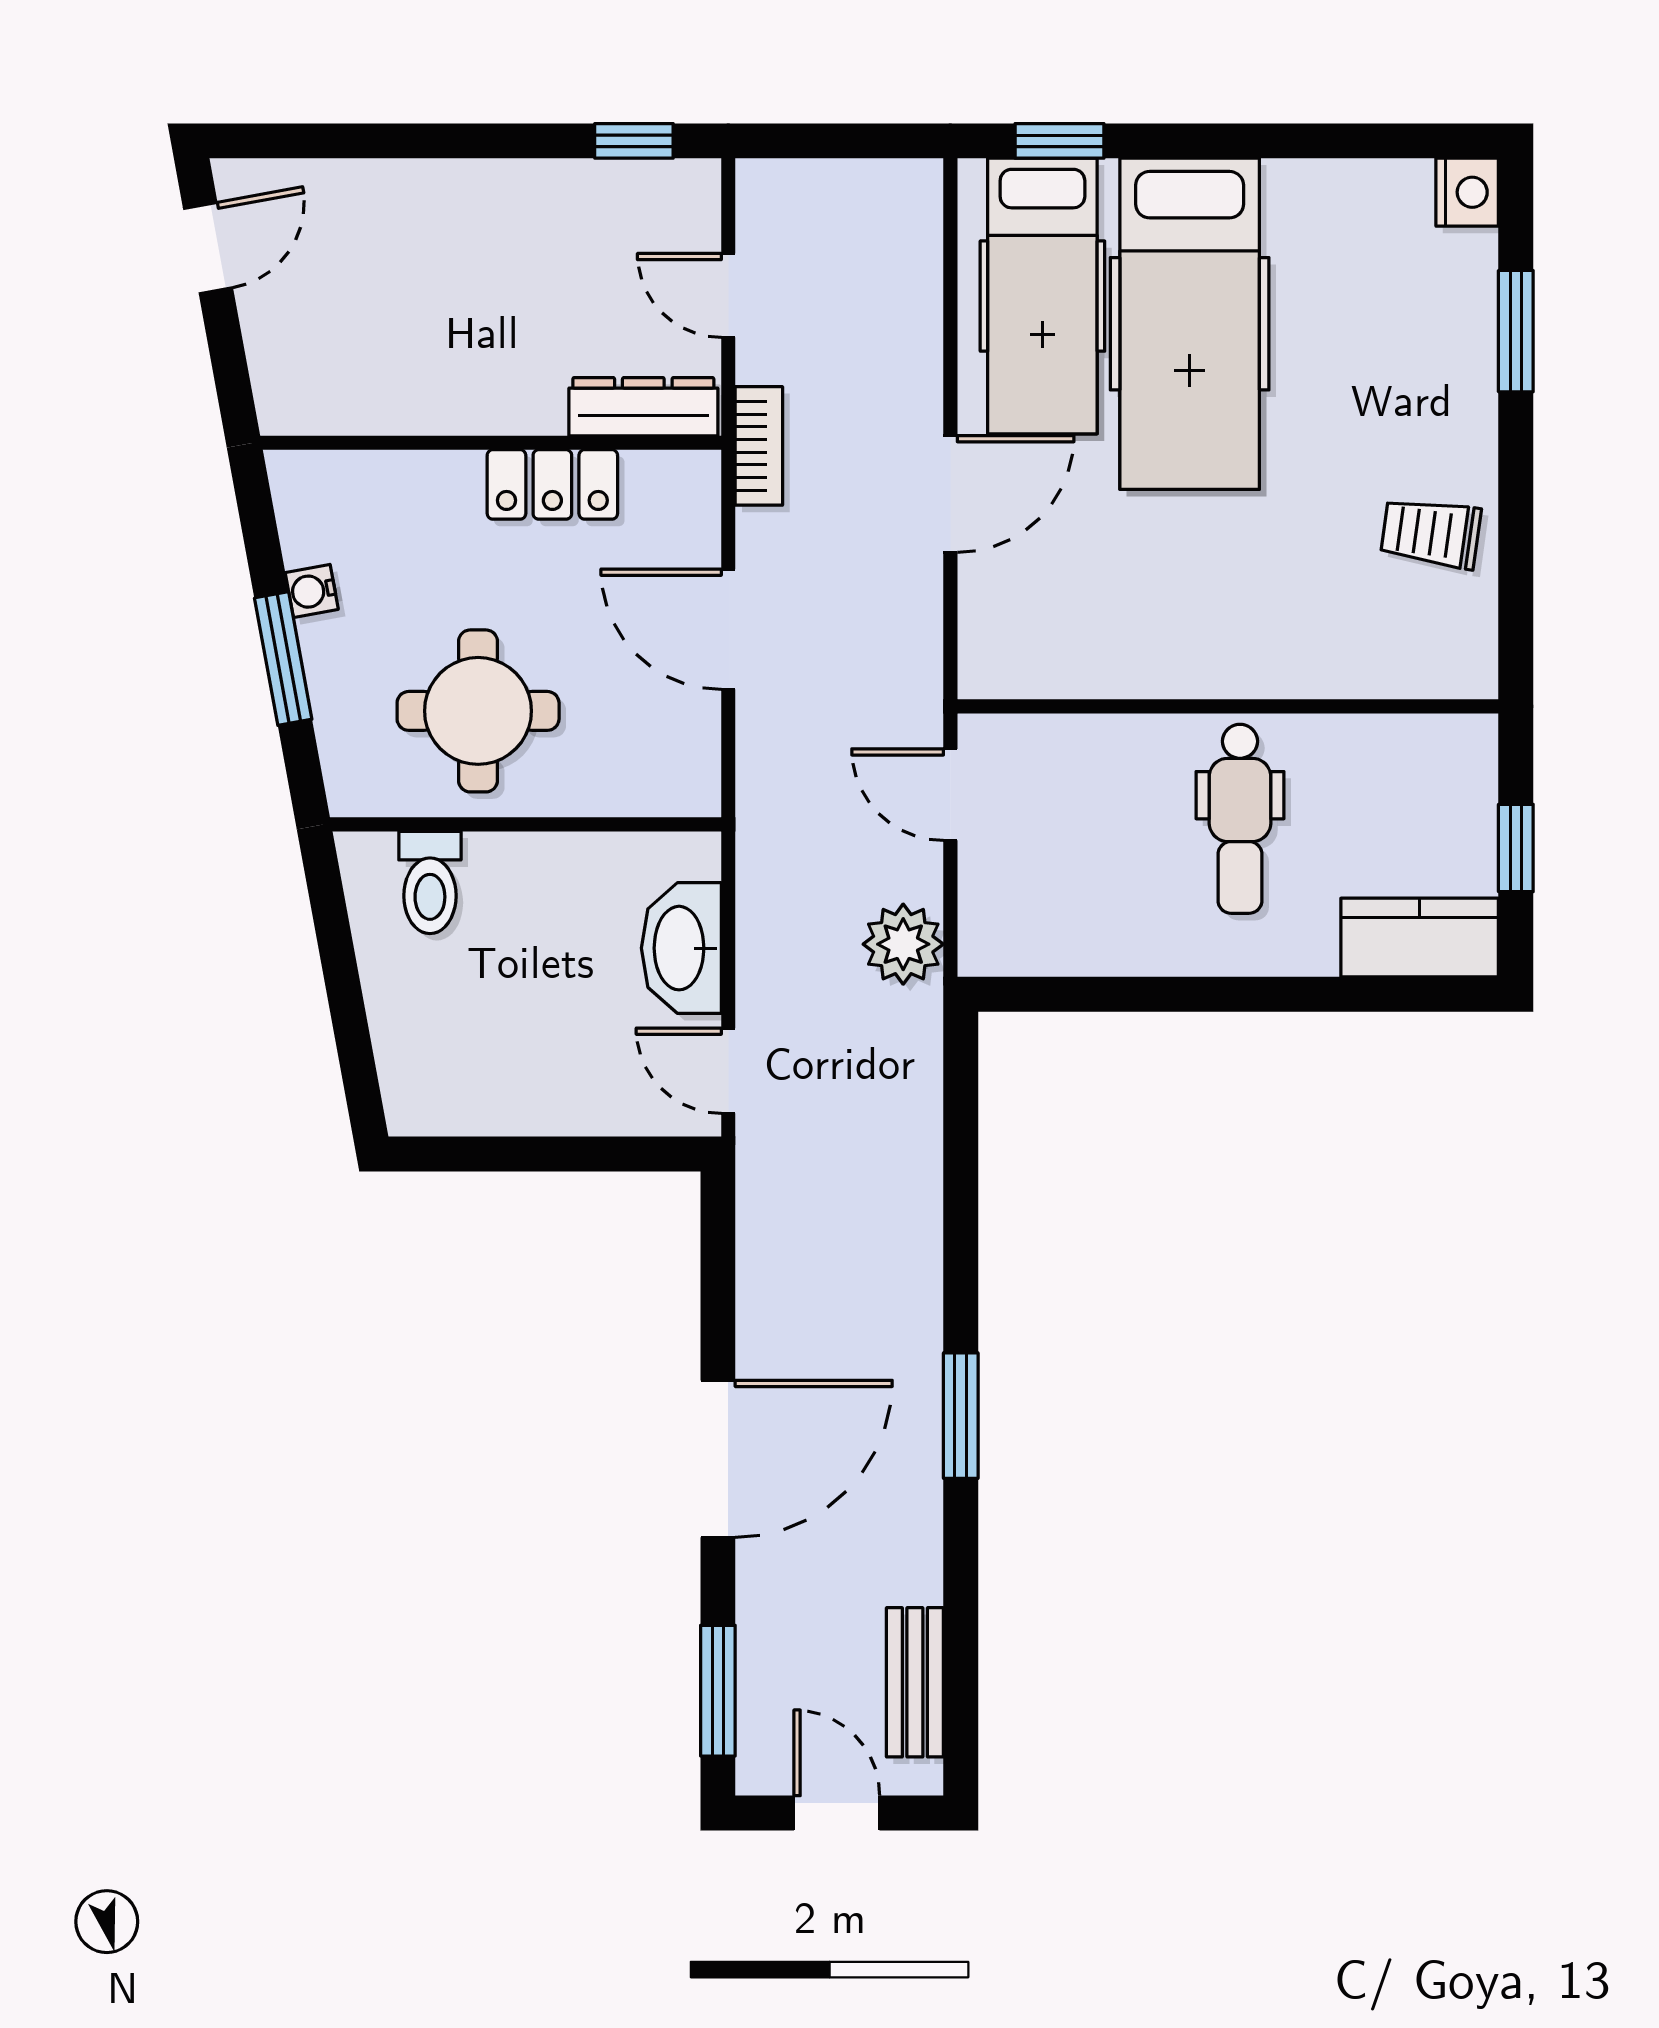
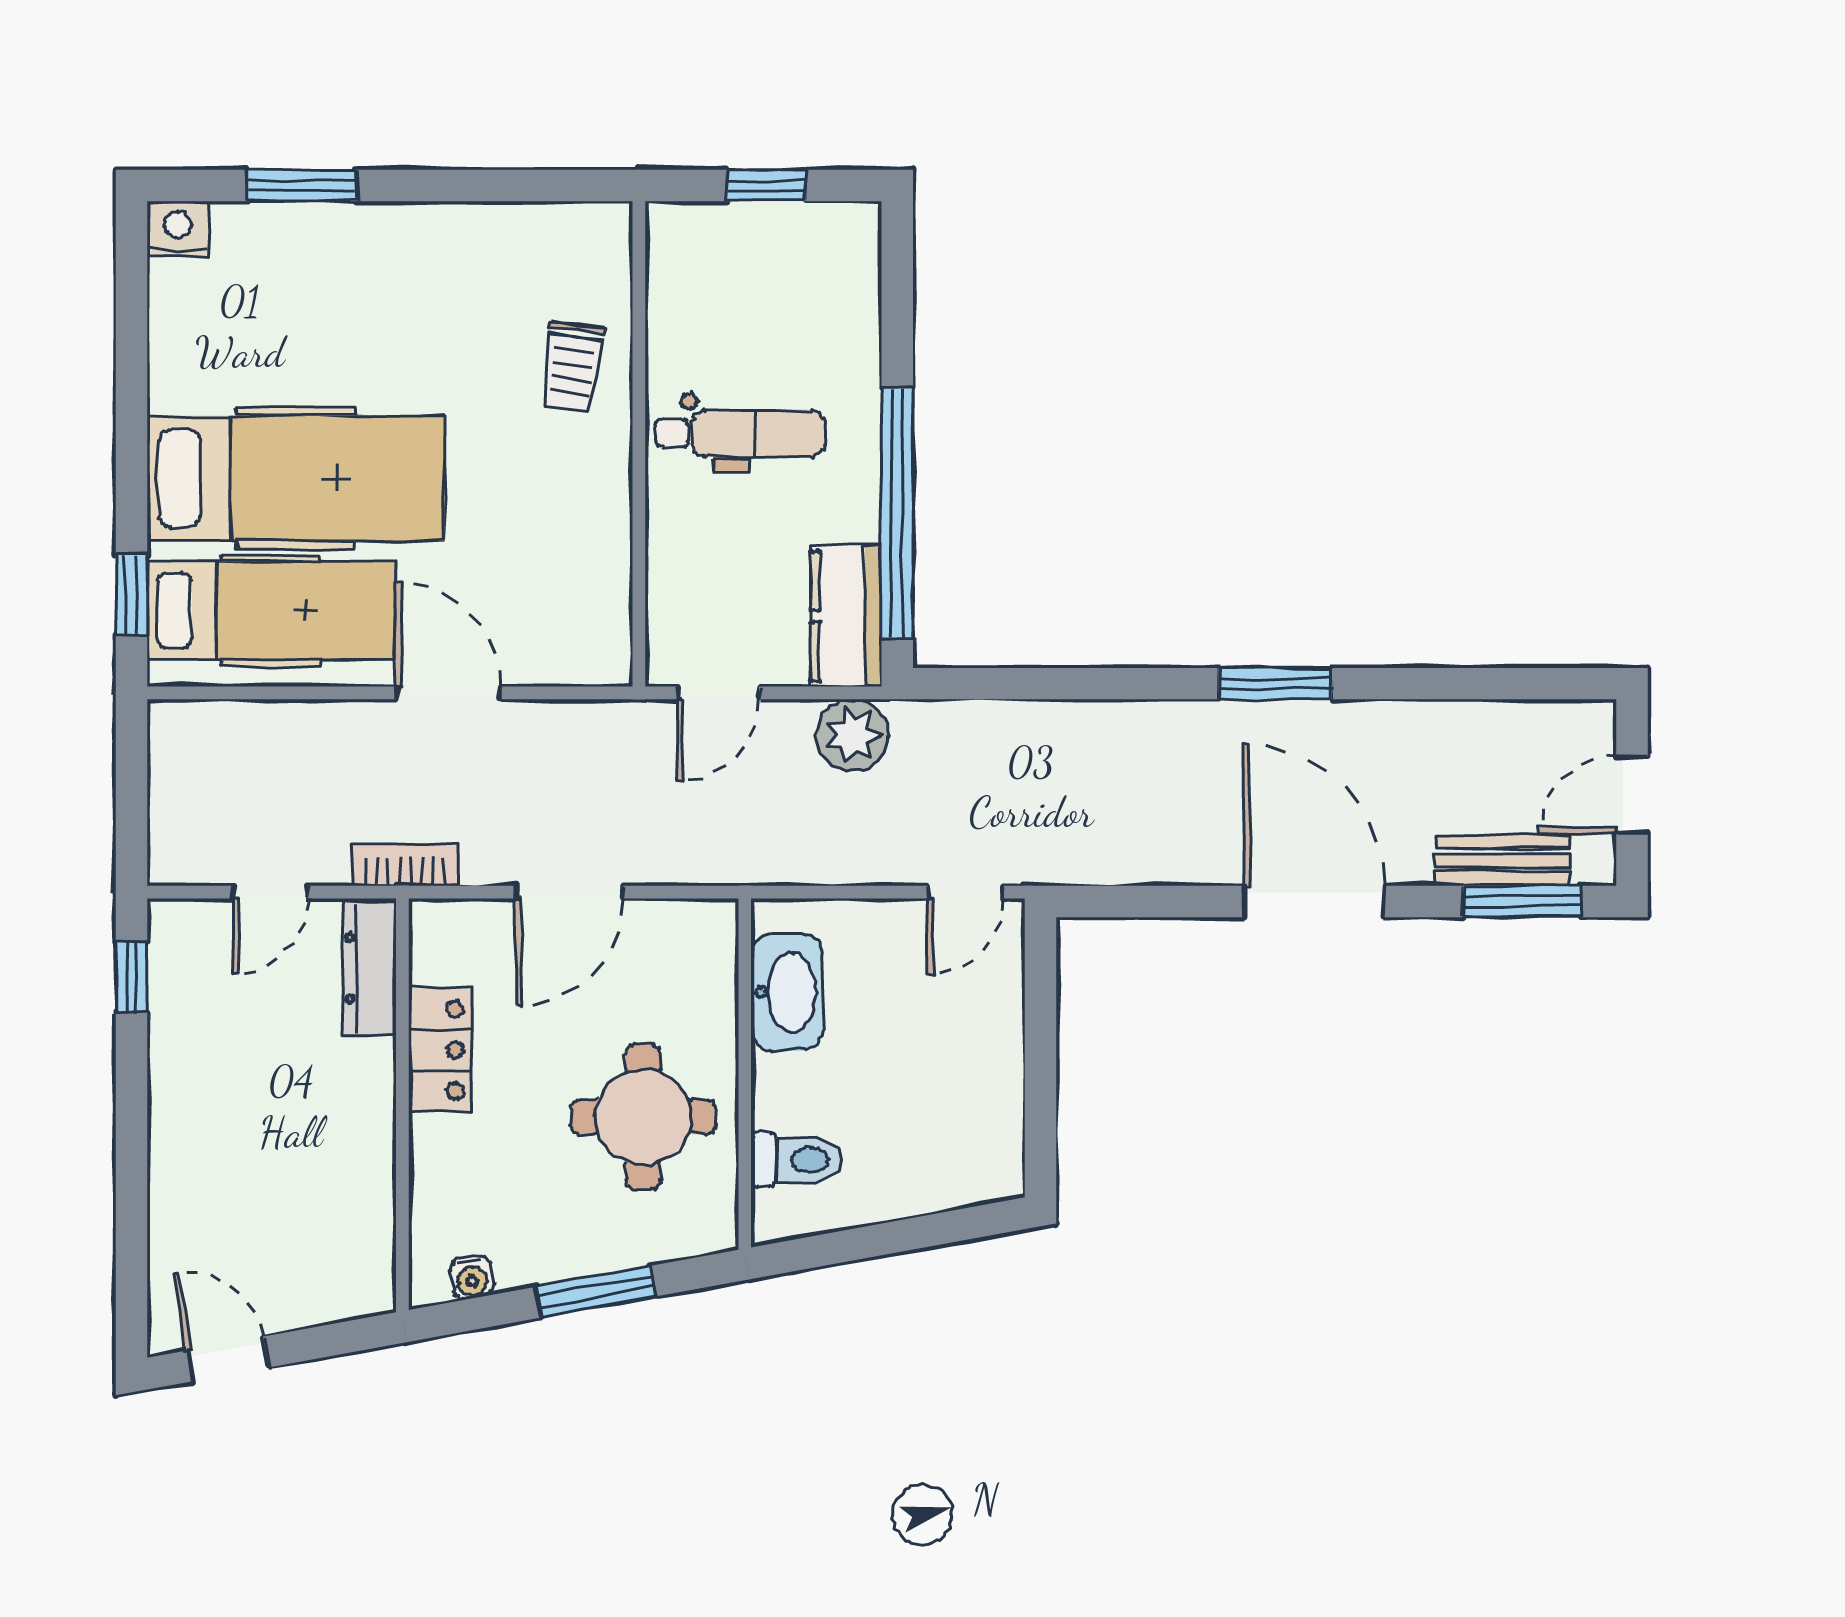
trolley: (1431, 533) -> (572, 366), moved
water cooler: (312, 591) -> (472, 1278), moved
kitchen counter: (1420, 938) -> (846, 616), moved
washbasin: (681, 948) -> (787, 992), moved, turned -90
window: (1151, 994) -> (897, 513), added
bench: (915, 1682) -> (1502, 860), moved

